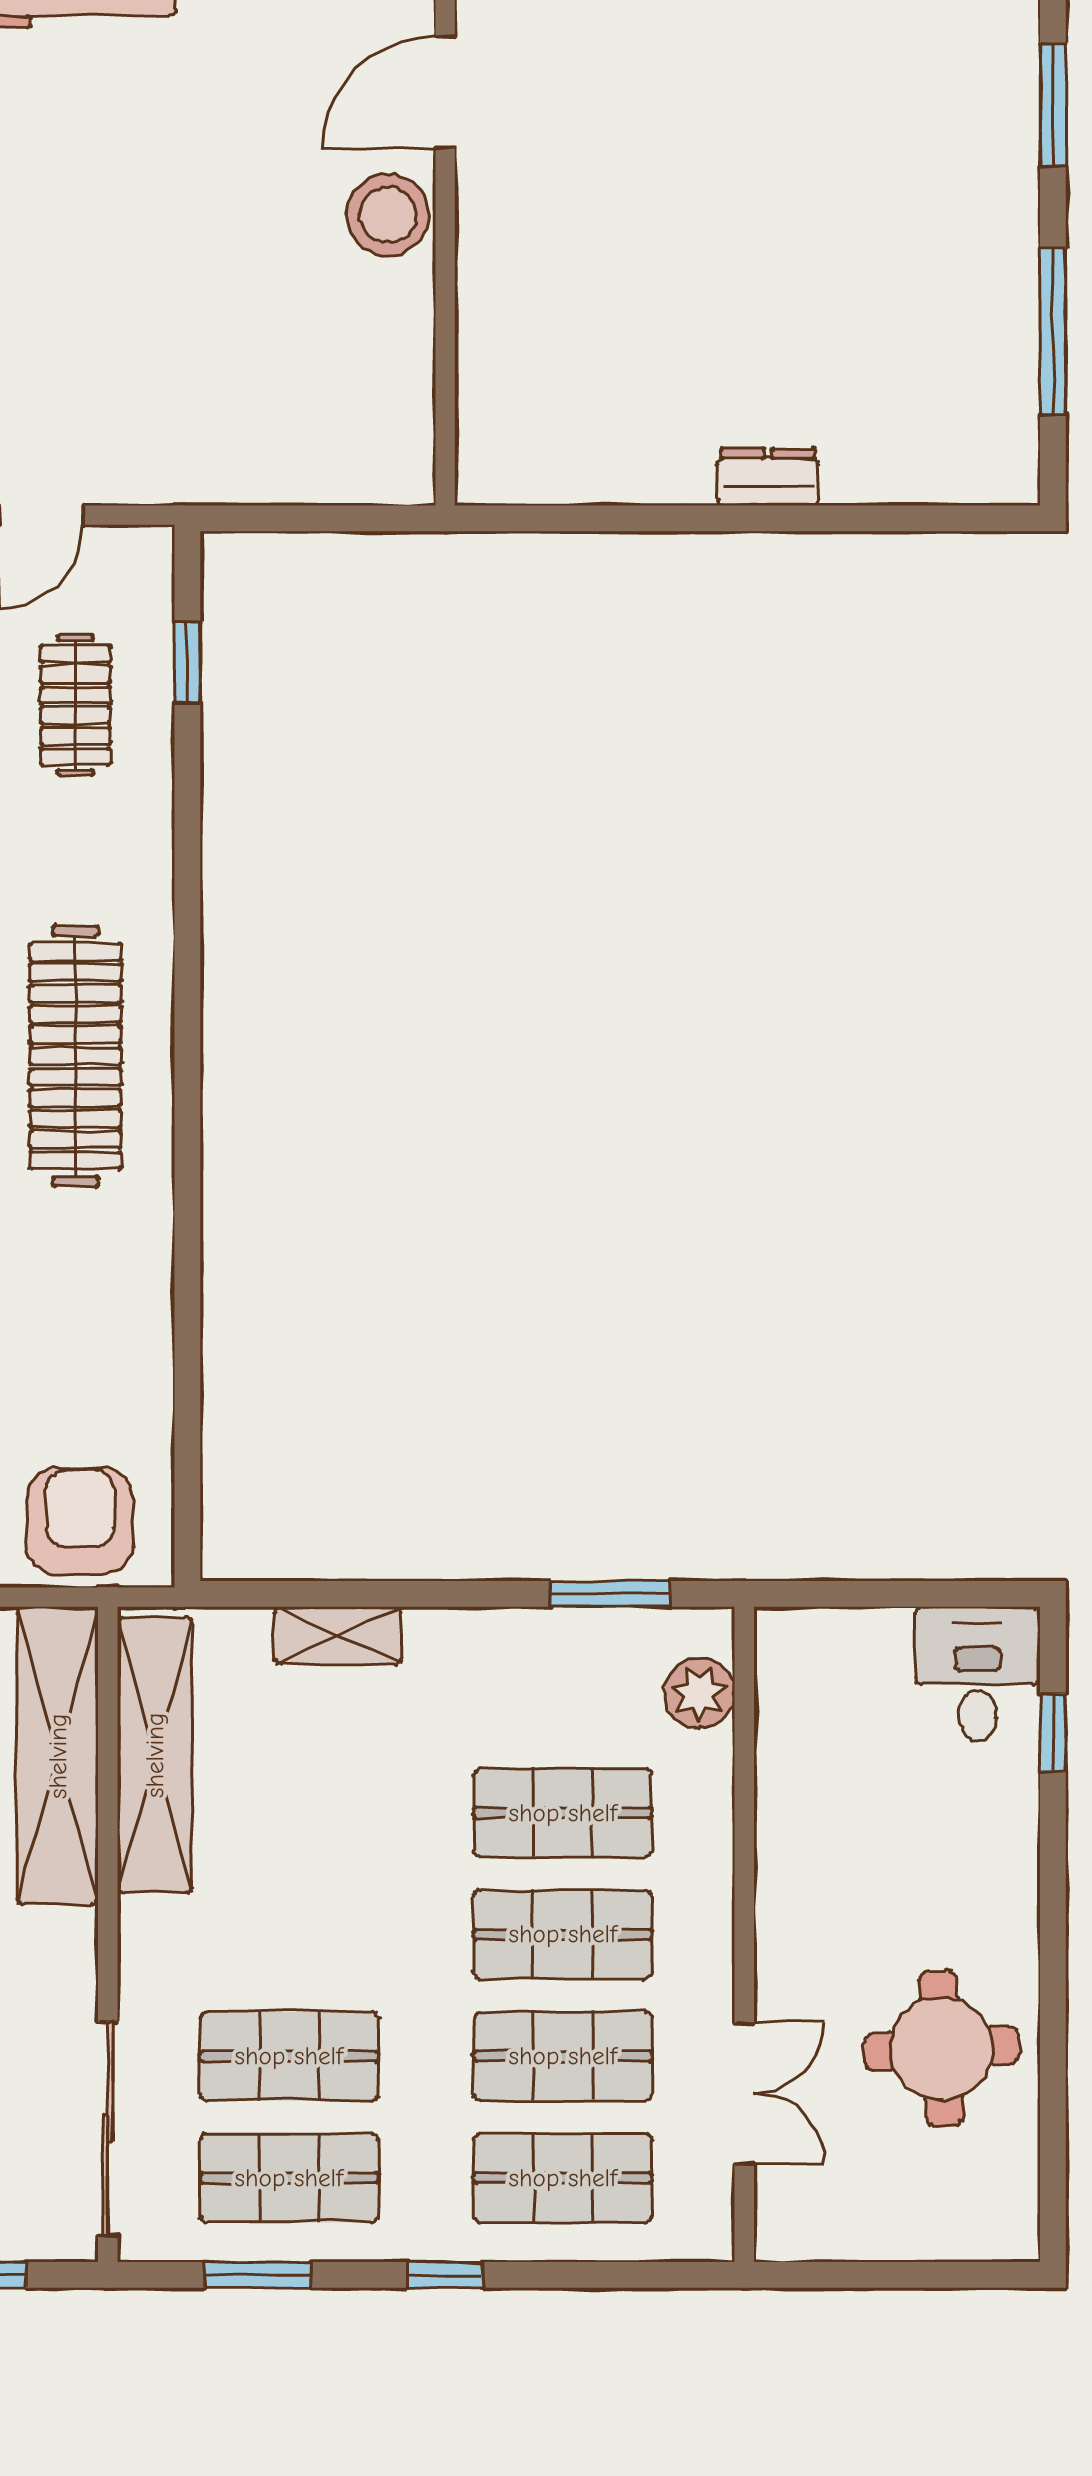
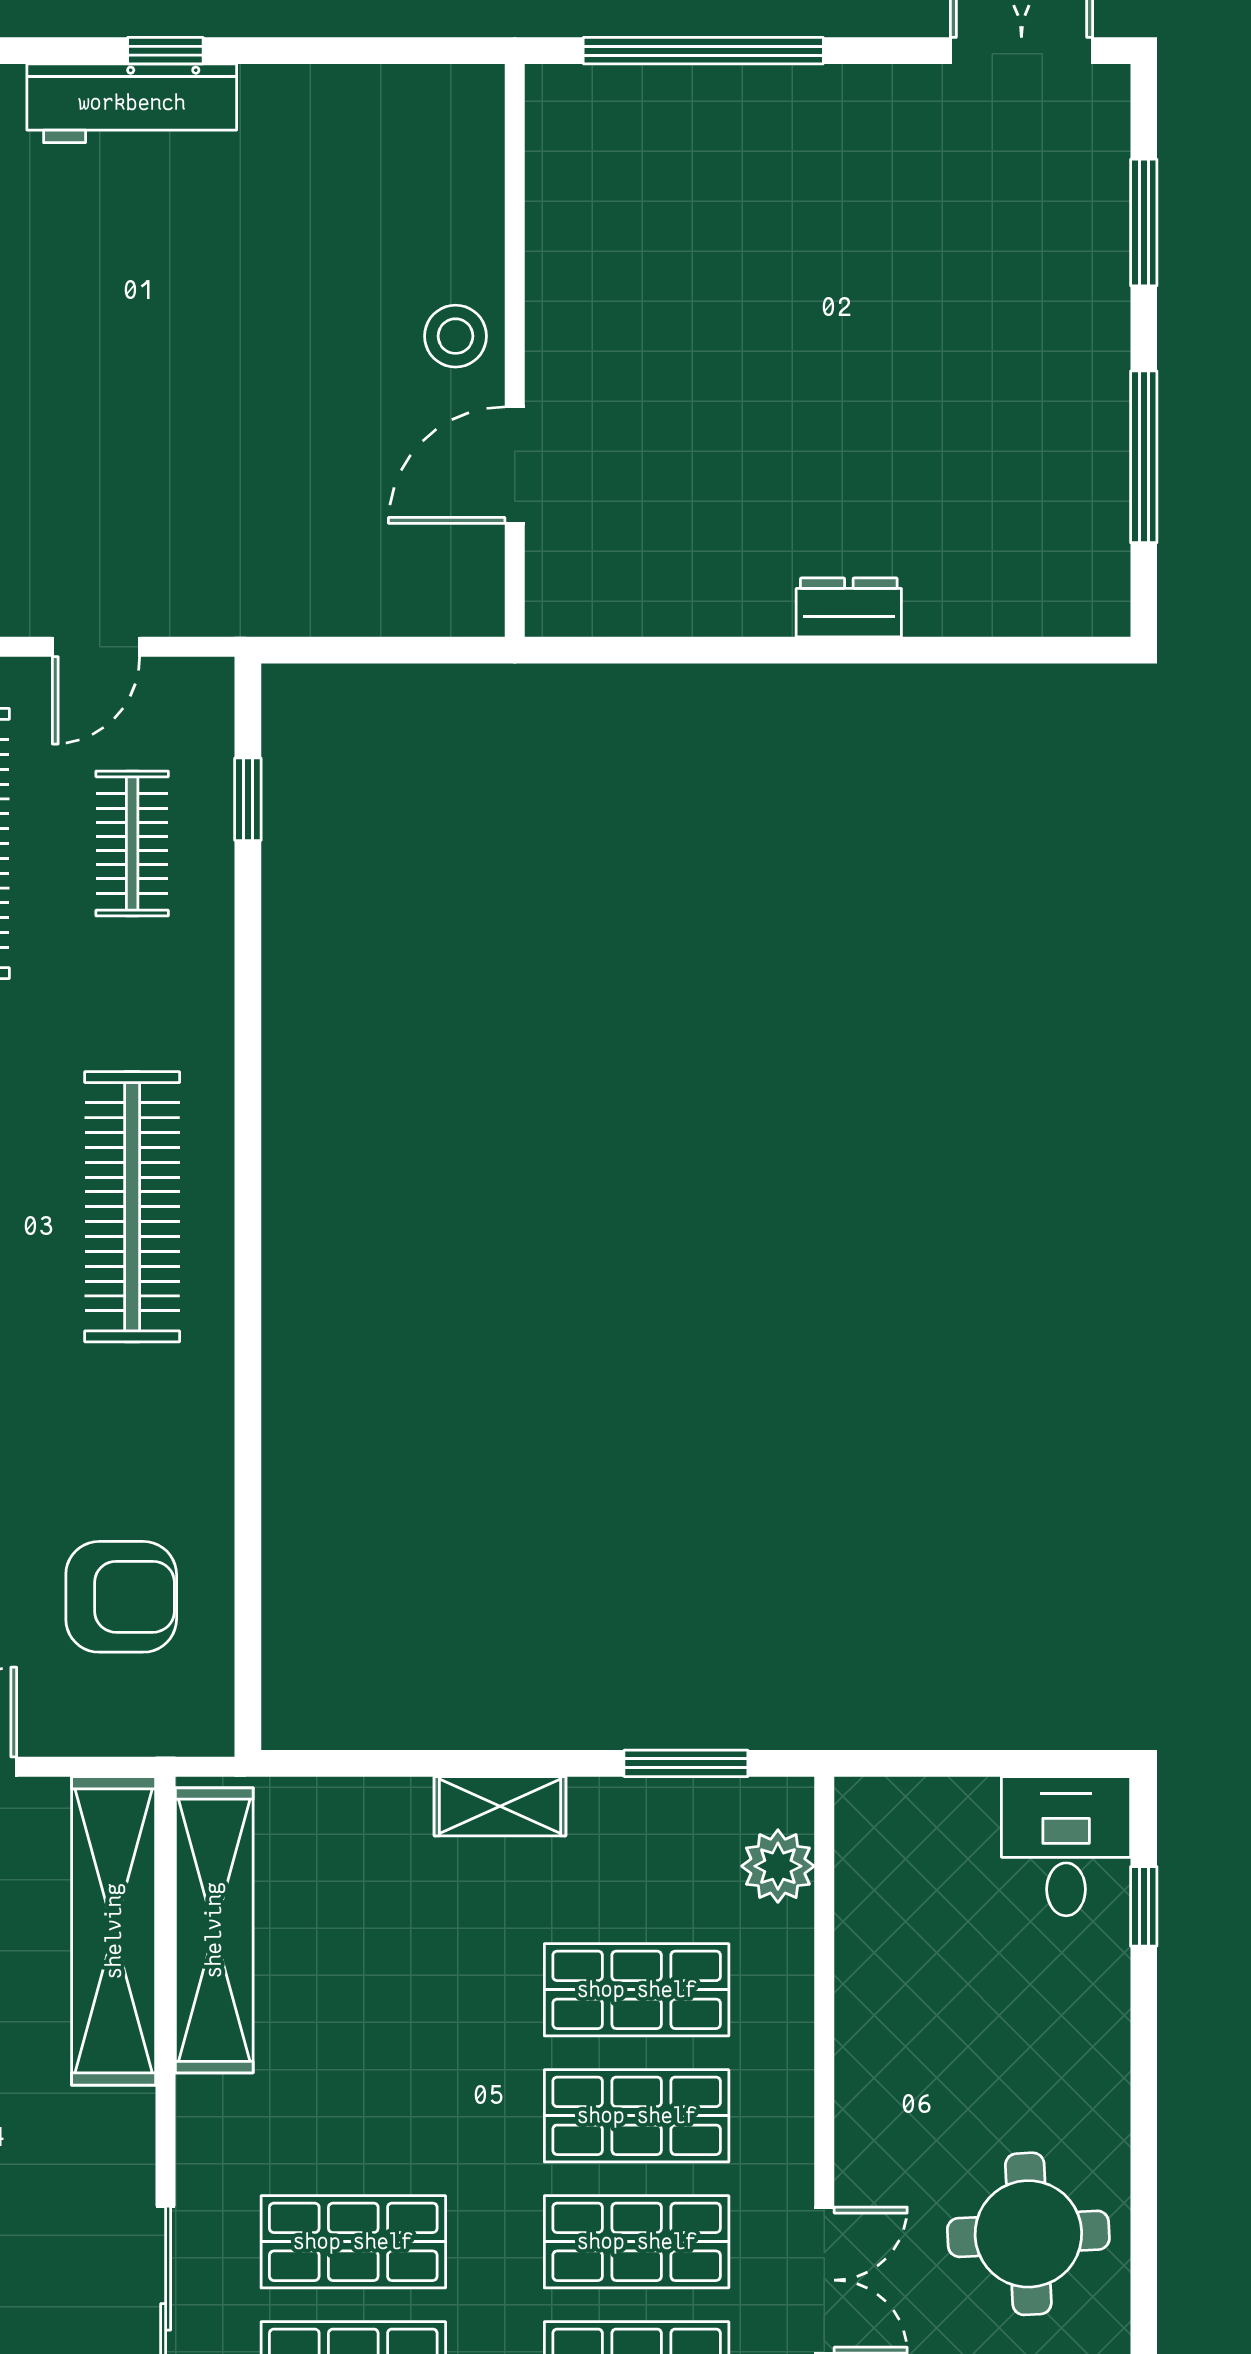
door: (445, 92) -> (515, 465), moved
stool: (388, 215) -> (455, 336), width x0.73, depth x0.73
armchair: (80, 1521) -> (121, 1597), moved, turned 90
shelving: (338, 1635) -> (500, 1806), moved

